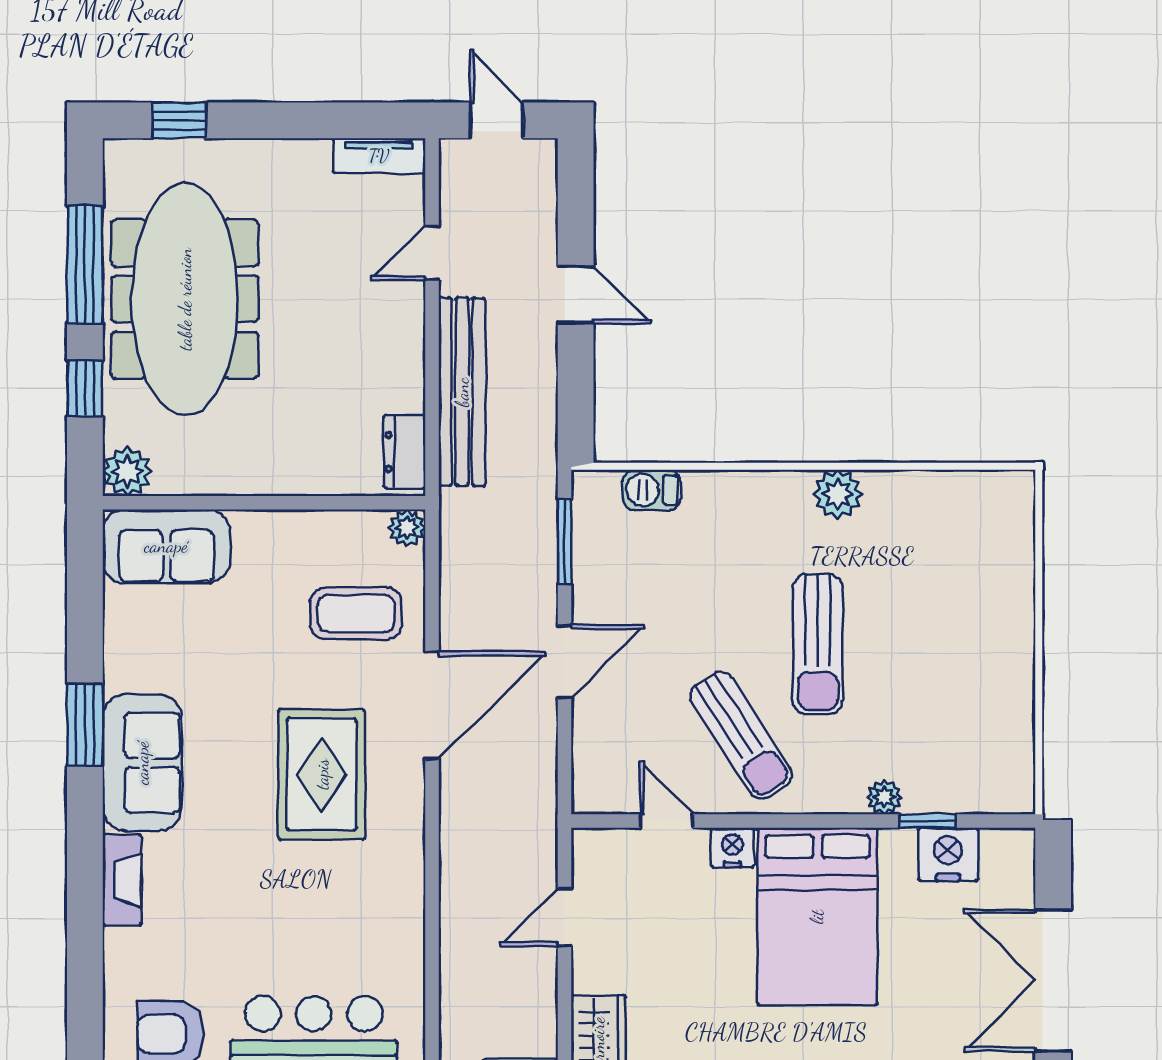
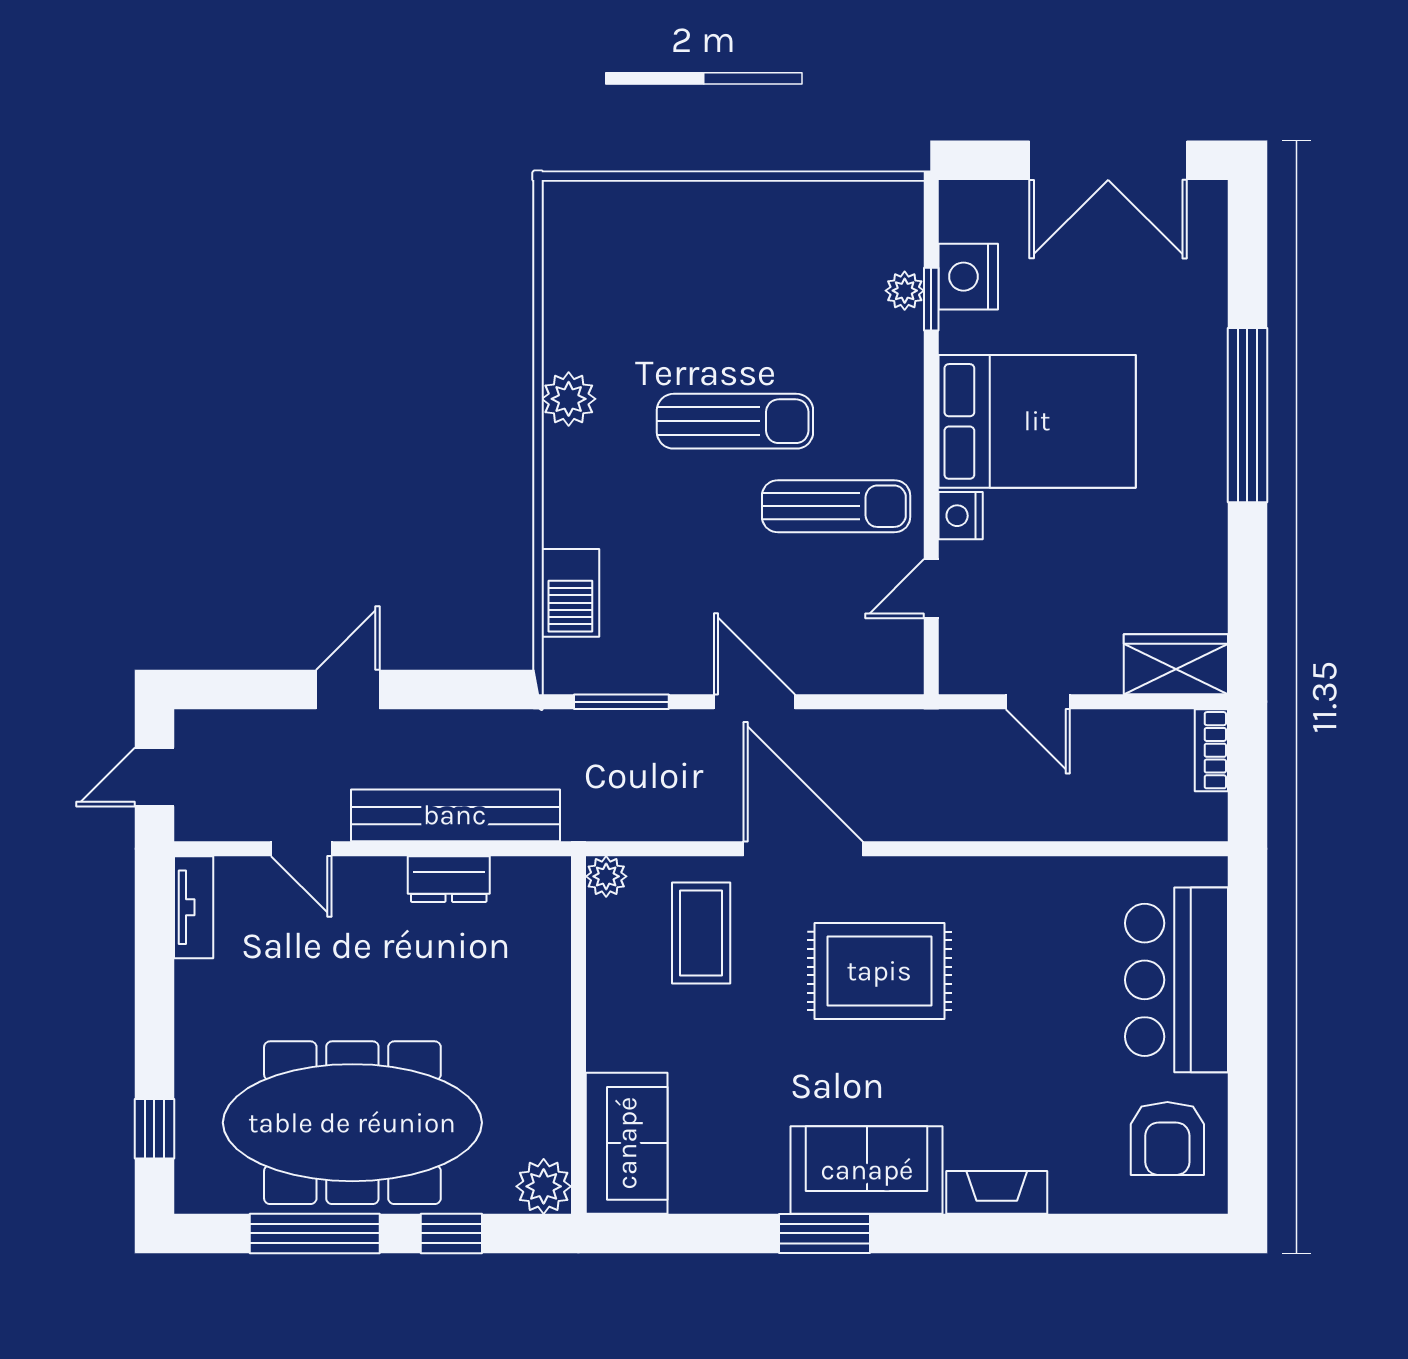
dresser: (405, 452) -> (449, 879), moved
barbecue: (652, 490) -> (570, 593), width x1.38, depth x1.27
sun lounger: (741, 735) -> (836, 506), turned 33
plant: (884, 797) -> (905, 291), moved

